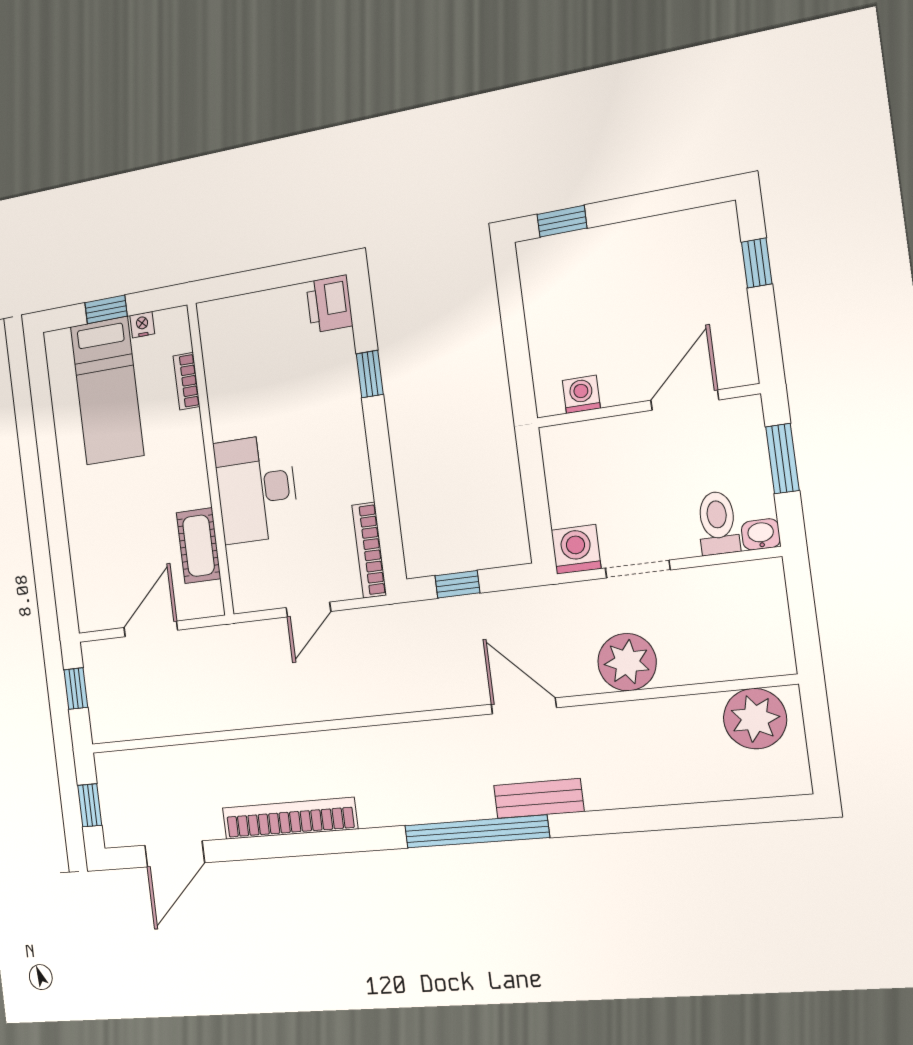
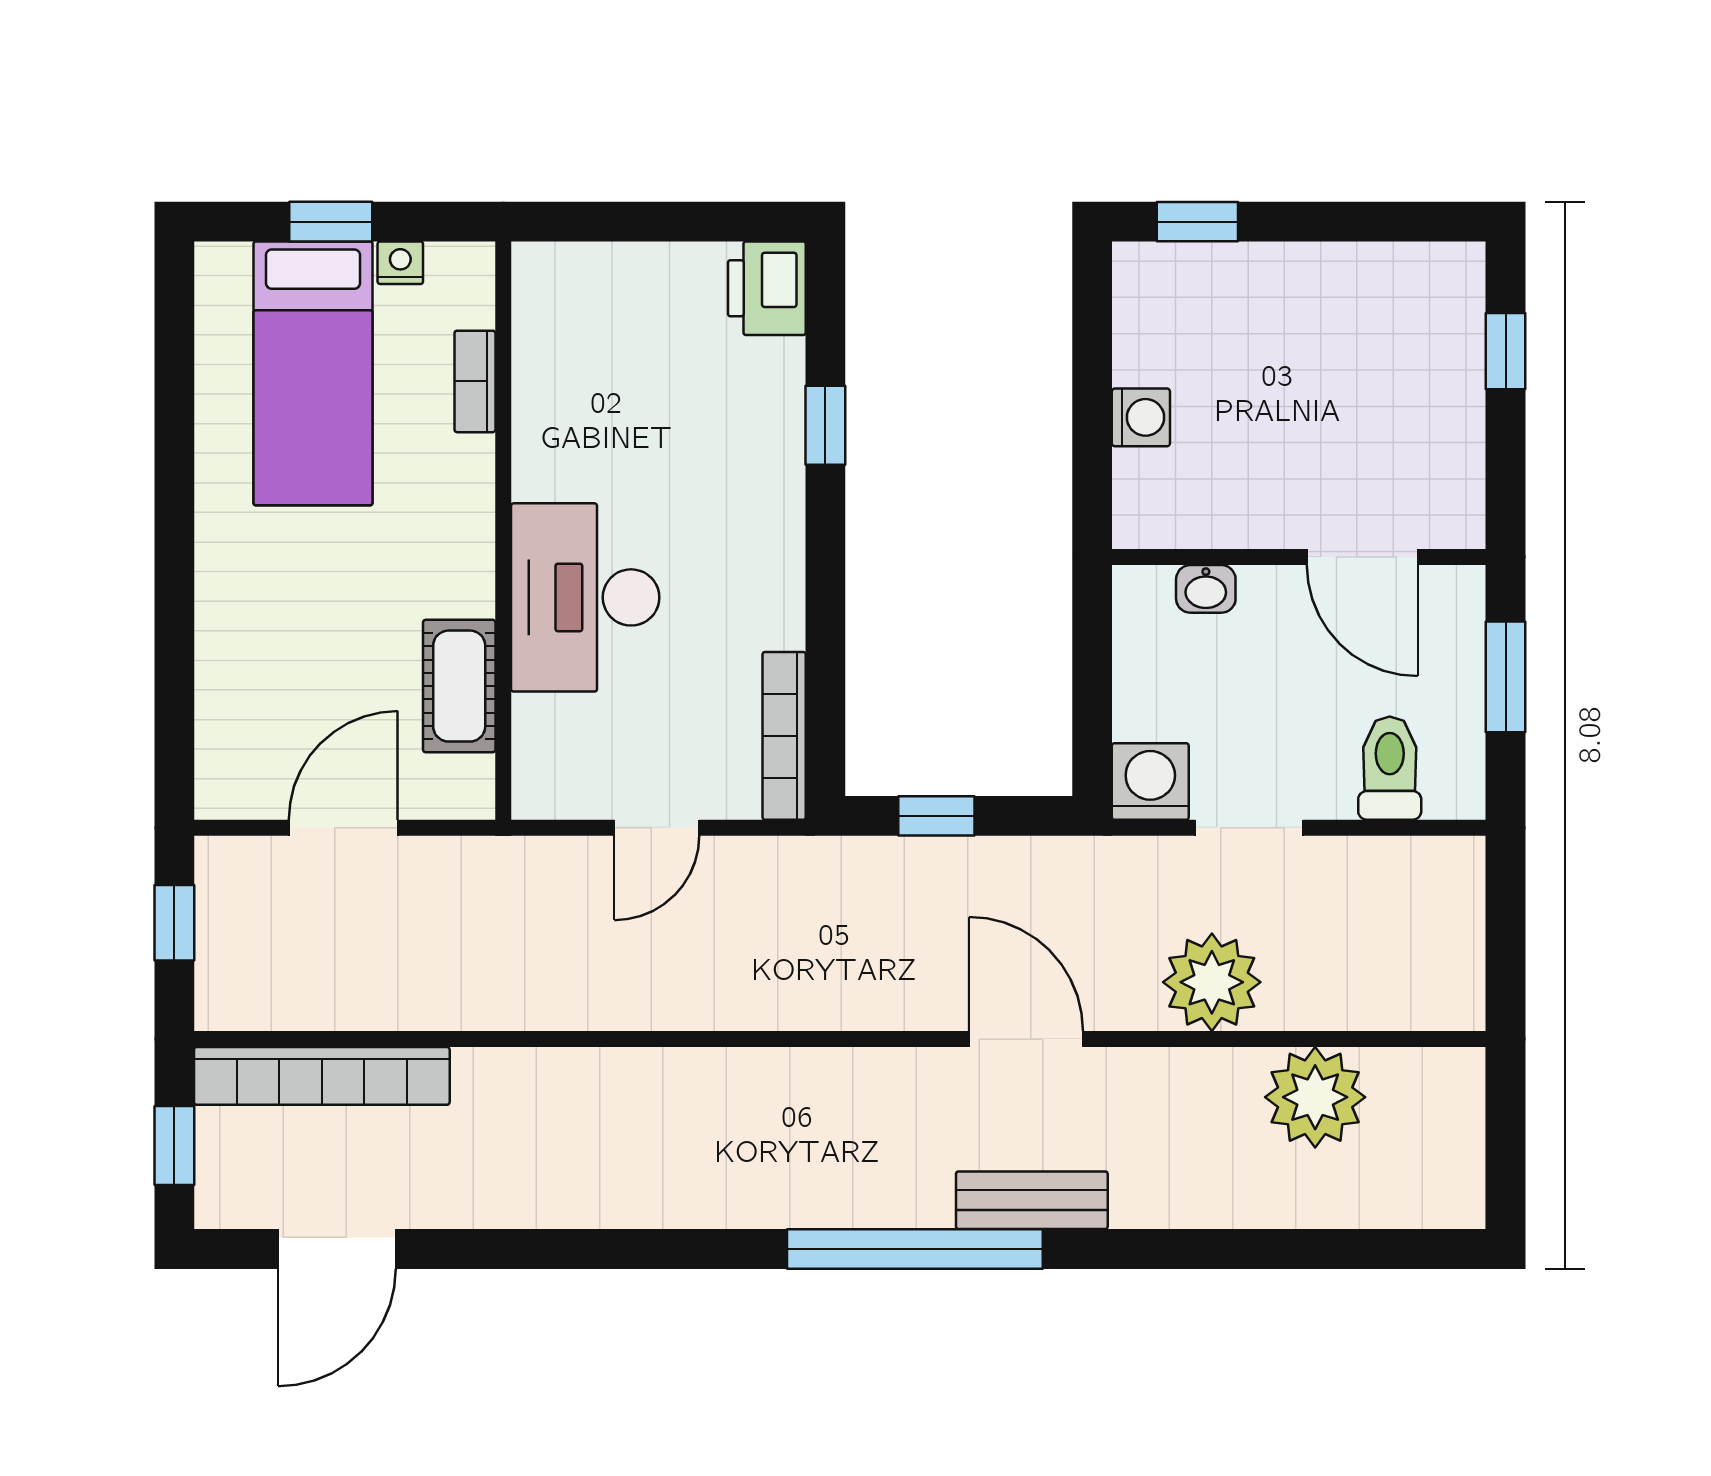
washing machine: (581, 394) -> (1141, 417), moved, turned 90
door: (685, 400) -> (1362, 557), swing flipped
washbasin: (761, 534) -> (1206, 589), moved, turned 180
plant: (755, 719) -> (1315, 1097), moved
bookcase: (289, 818) -> (322, 1076), moved, turned 180

